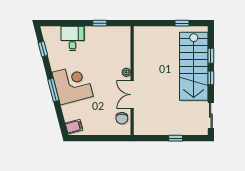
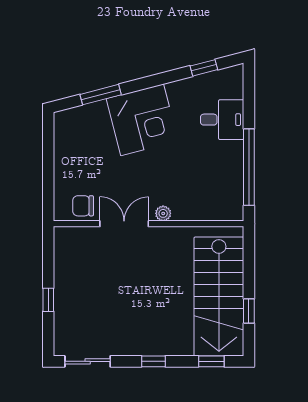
window: (100, 23) -> (249, 167), width x3.17
window: (211, 56) -> (211, 361), moved
stairs: (194, 66) -> (219, 297), moved, turned -90
window: (53, 90) -> (101, 95), moved
filing cabinet: (74, 127) -> (68, 122), removed

